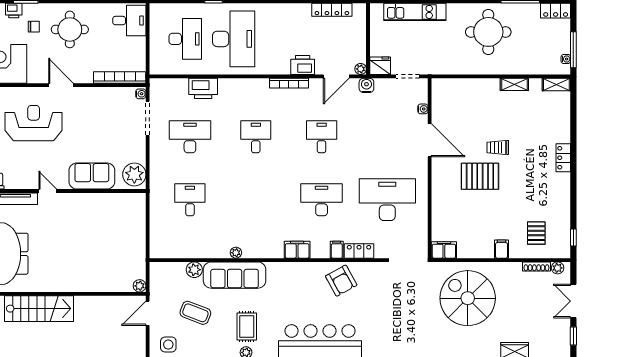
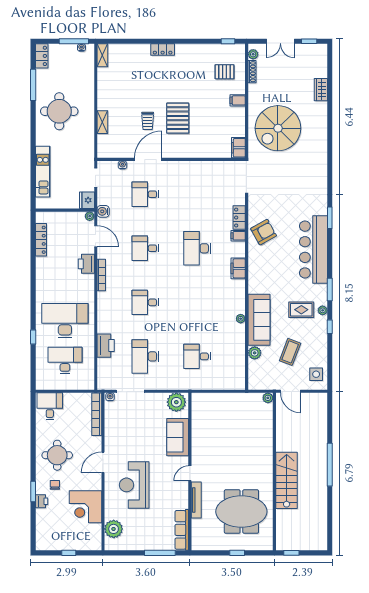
shelving: (514, 84) -> (102, 122), moved
trolley: (498, 148) -> (148, 121), moved
desk: (387, 200) -> (145, 194), moved, width x0.53, depth x0.77

